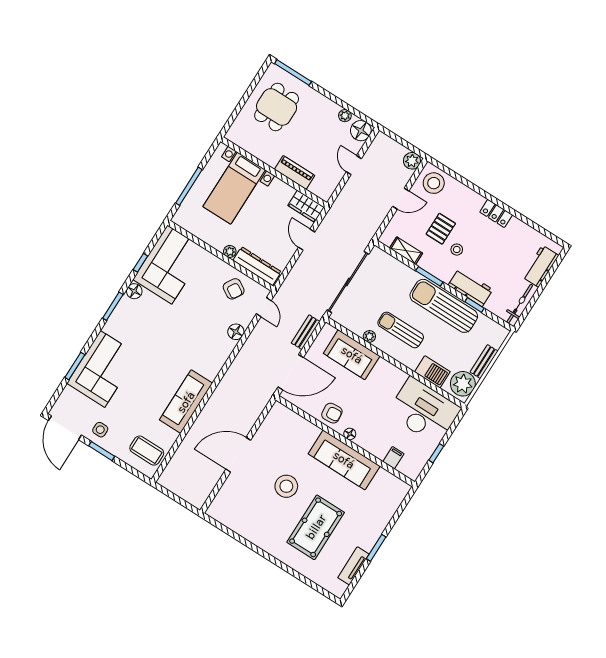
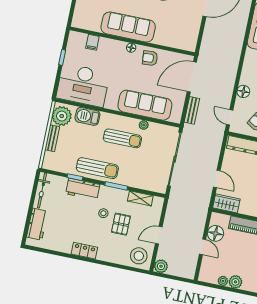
plant: (330, 109) -> (235, 282), added
floor lamp: (361, 131) -> (216, 233), moved
sun lounger: (444, 306) -> (97, 168), width x0.73, depth x0.75
sofa: (352, 355) -> (145, 105), width x1.36

